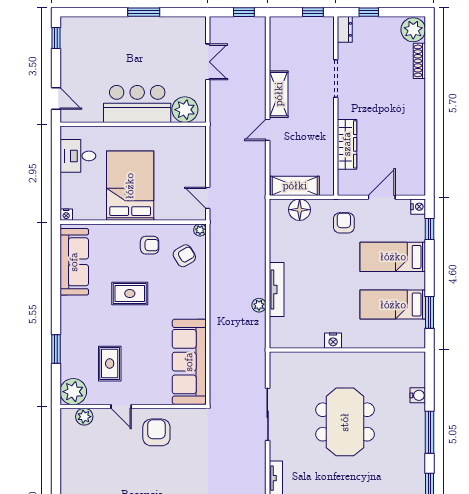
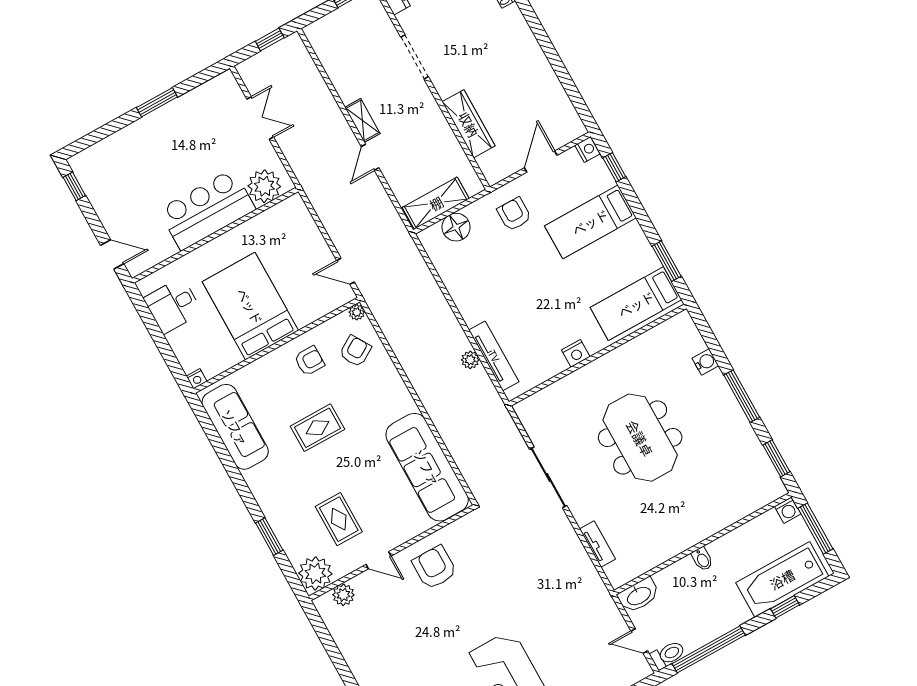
shelving: (279, 94) -> (362, 120), width x0.67, depth x0.75
tv unit: (277, 290) -> (494, 356), moved
bed: (393, 305) -> (636, 304), moved

